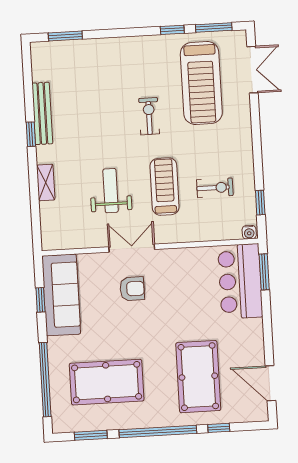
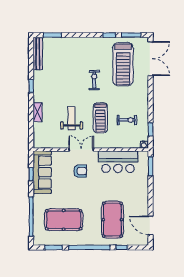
double door: (253, 70) -> (151, 59), width x1.37
bench: (42, 113) -> (38, 54), moved
treadmill: (165, 187) -> (100, 118), turned 180
bar counter: (240, 281) -> (118, 162), moved, turned -90

